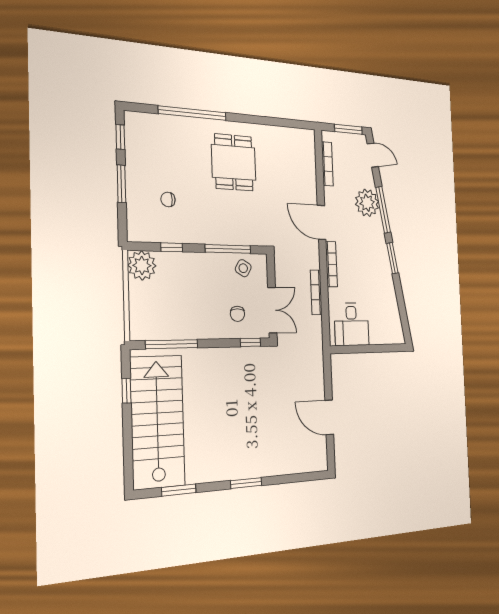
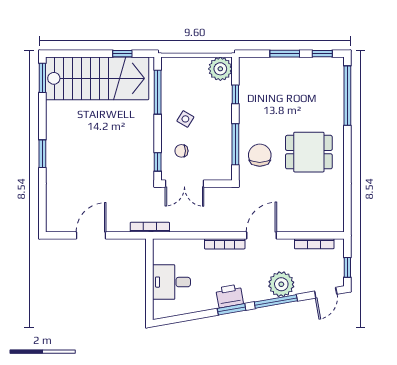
window: (192, 113) -> (347, 96), moved
window: (348, 129) -> (347, 267), width x0.67
chair: (168, 199) -> (260, 155), moved, width x1.87, depth x1.87
printer: (380, 260) -> (230, 296), added
side table: (243, 268) -> (185, 119), moved
bookcase: (316, 292) -> (150, 227), moved
desk: (352, 324) -> (172, 282), moved
window: (179, 490) -> (42, 78), moved

